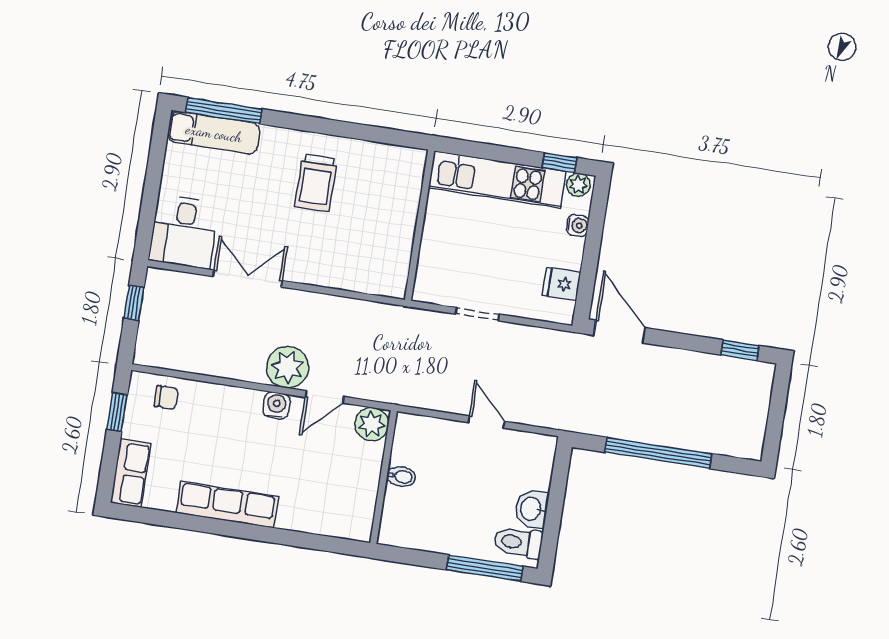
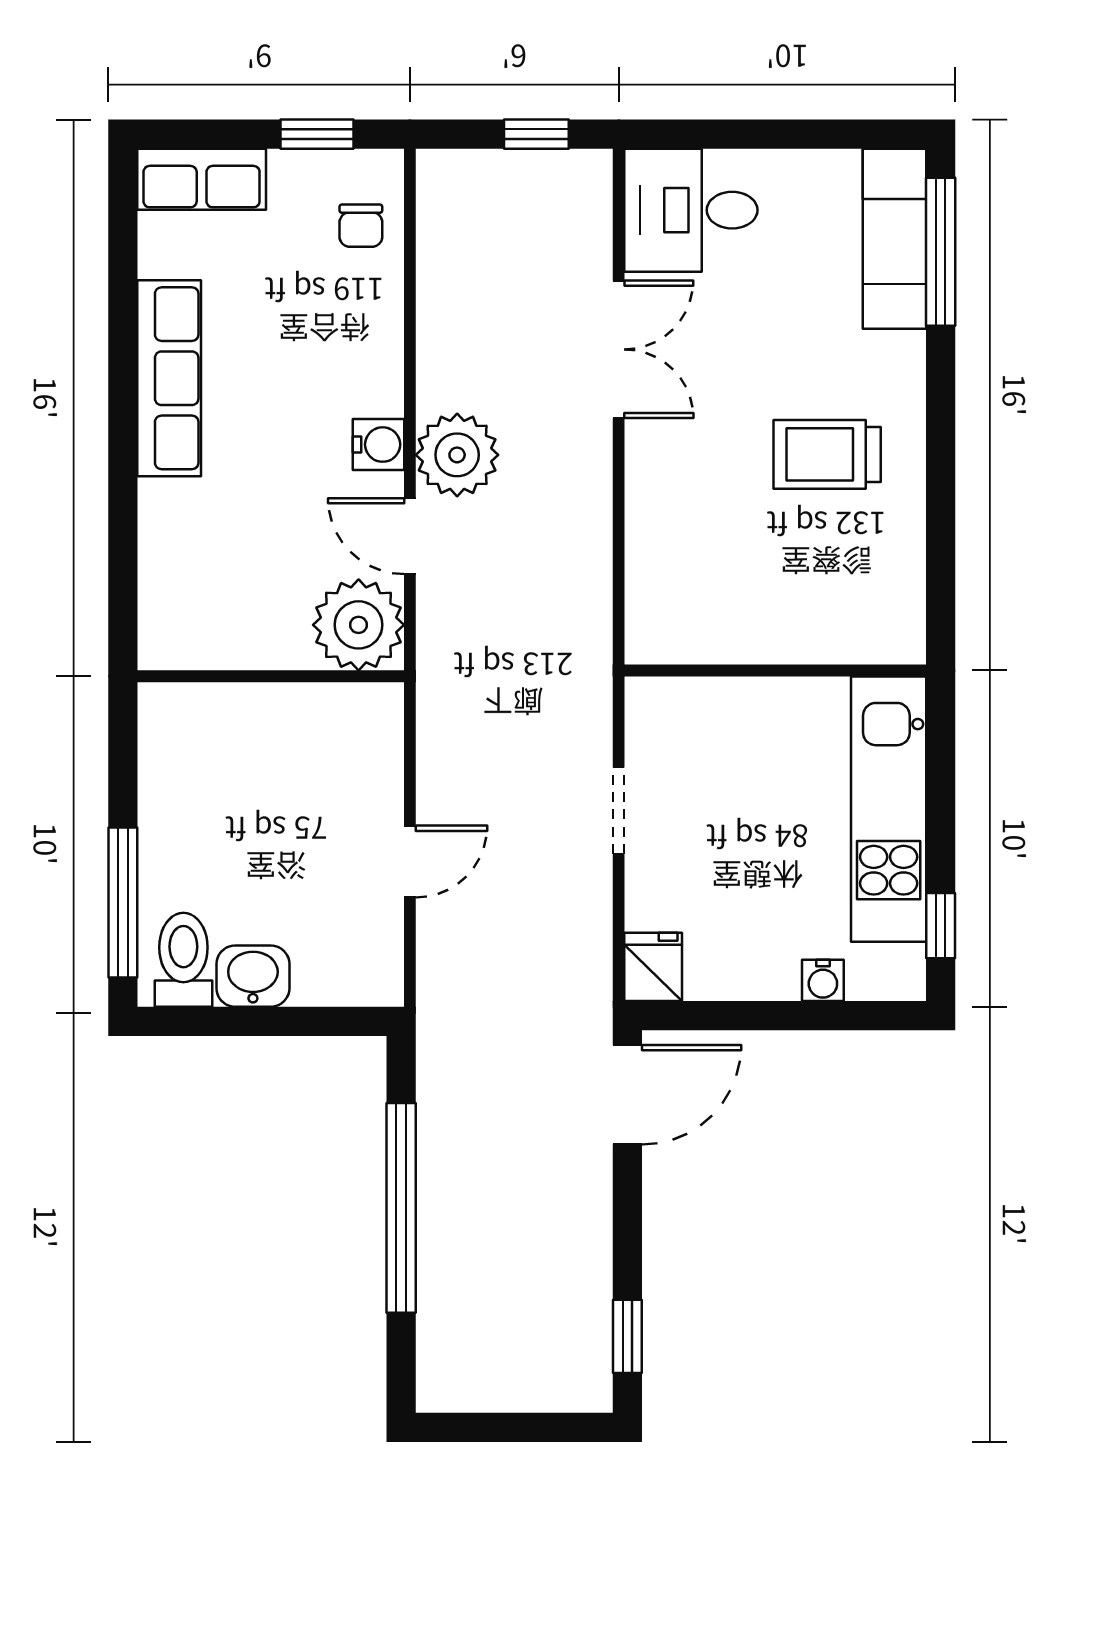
plant: (578, 185) -> (903, 969), removed
fridge: (562, 284) -> (653, 967), moved
plant: (372, 424) -> (359, 625), width x1.36, depth x1.36
bidet: (401, 476) -> (277, 711), removed

